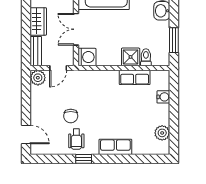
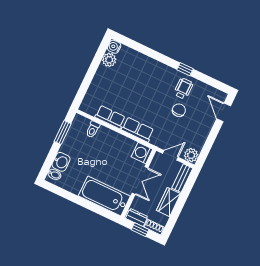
shower: (131, 57) -> (105, 136), removed
water cooler: (163, 97) -> (114, 47), moved
row of seats: (115, 147) -> (138, 130), moved, turned 180

